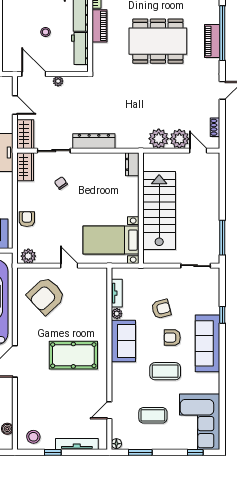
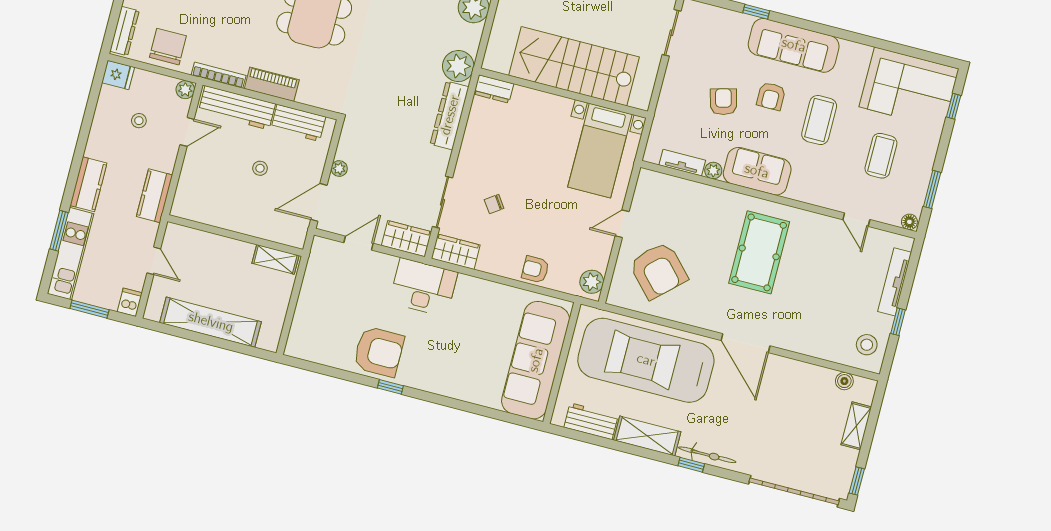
plant: (159, 139) -> (458, 66), moved
dresser: (94, 141) -> (450, 115), moved

